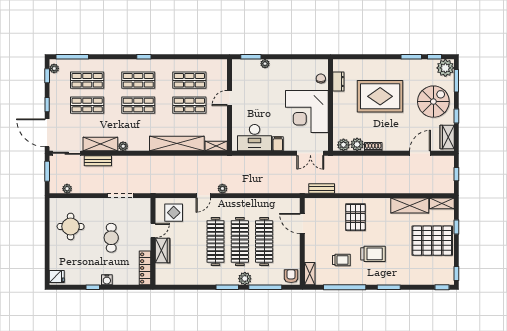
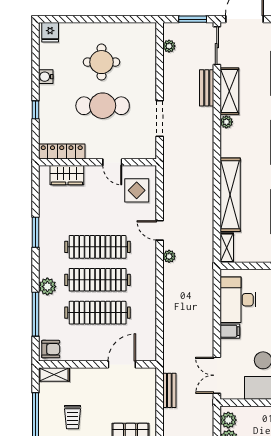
round table: (71, 226) -> (101, 62), moved
cafe table: (111, 238) -> (103, 106), width x1.37, depth x1.35
wardrobe: (163, 251) -> (67, 175), moved
water cooler: (107, 280) -> (46, 77), moved
window: (93, 287) -> (35, 110), moved
window: (227, 287) -> (35, 232), moved

